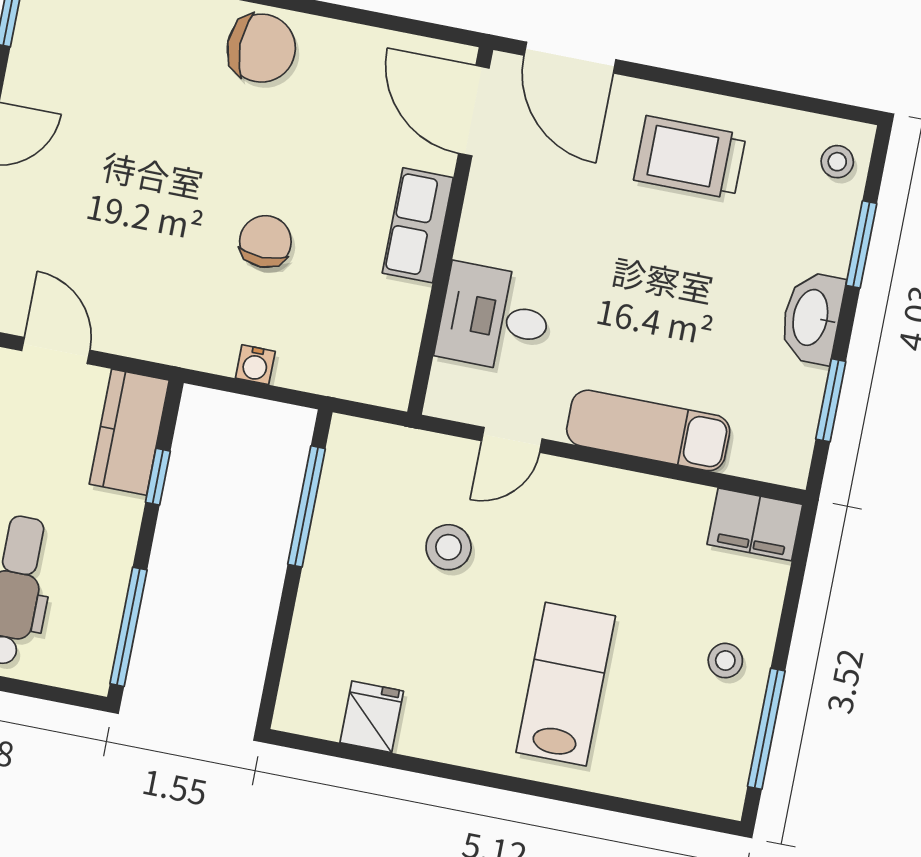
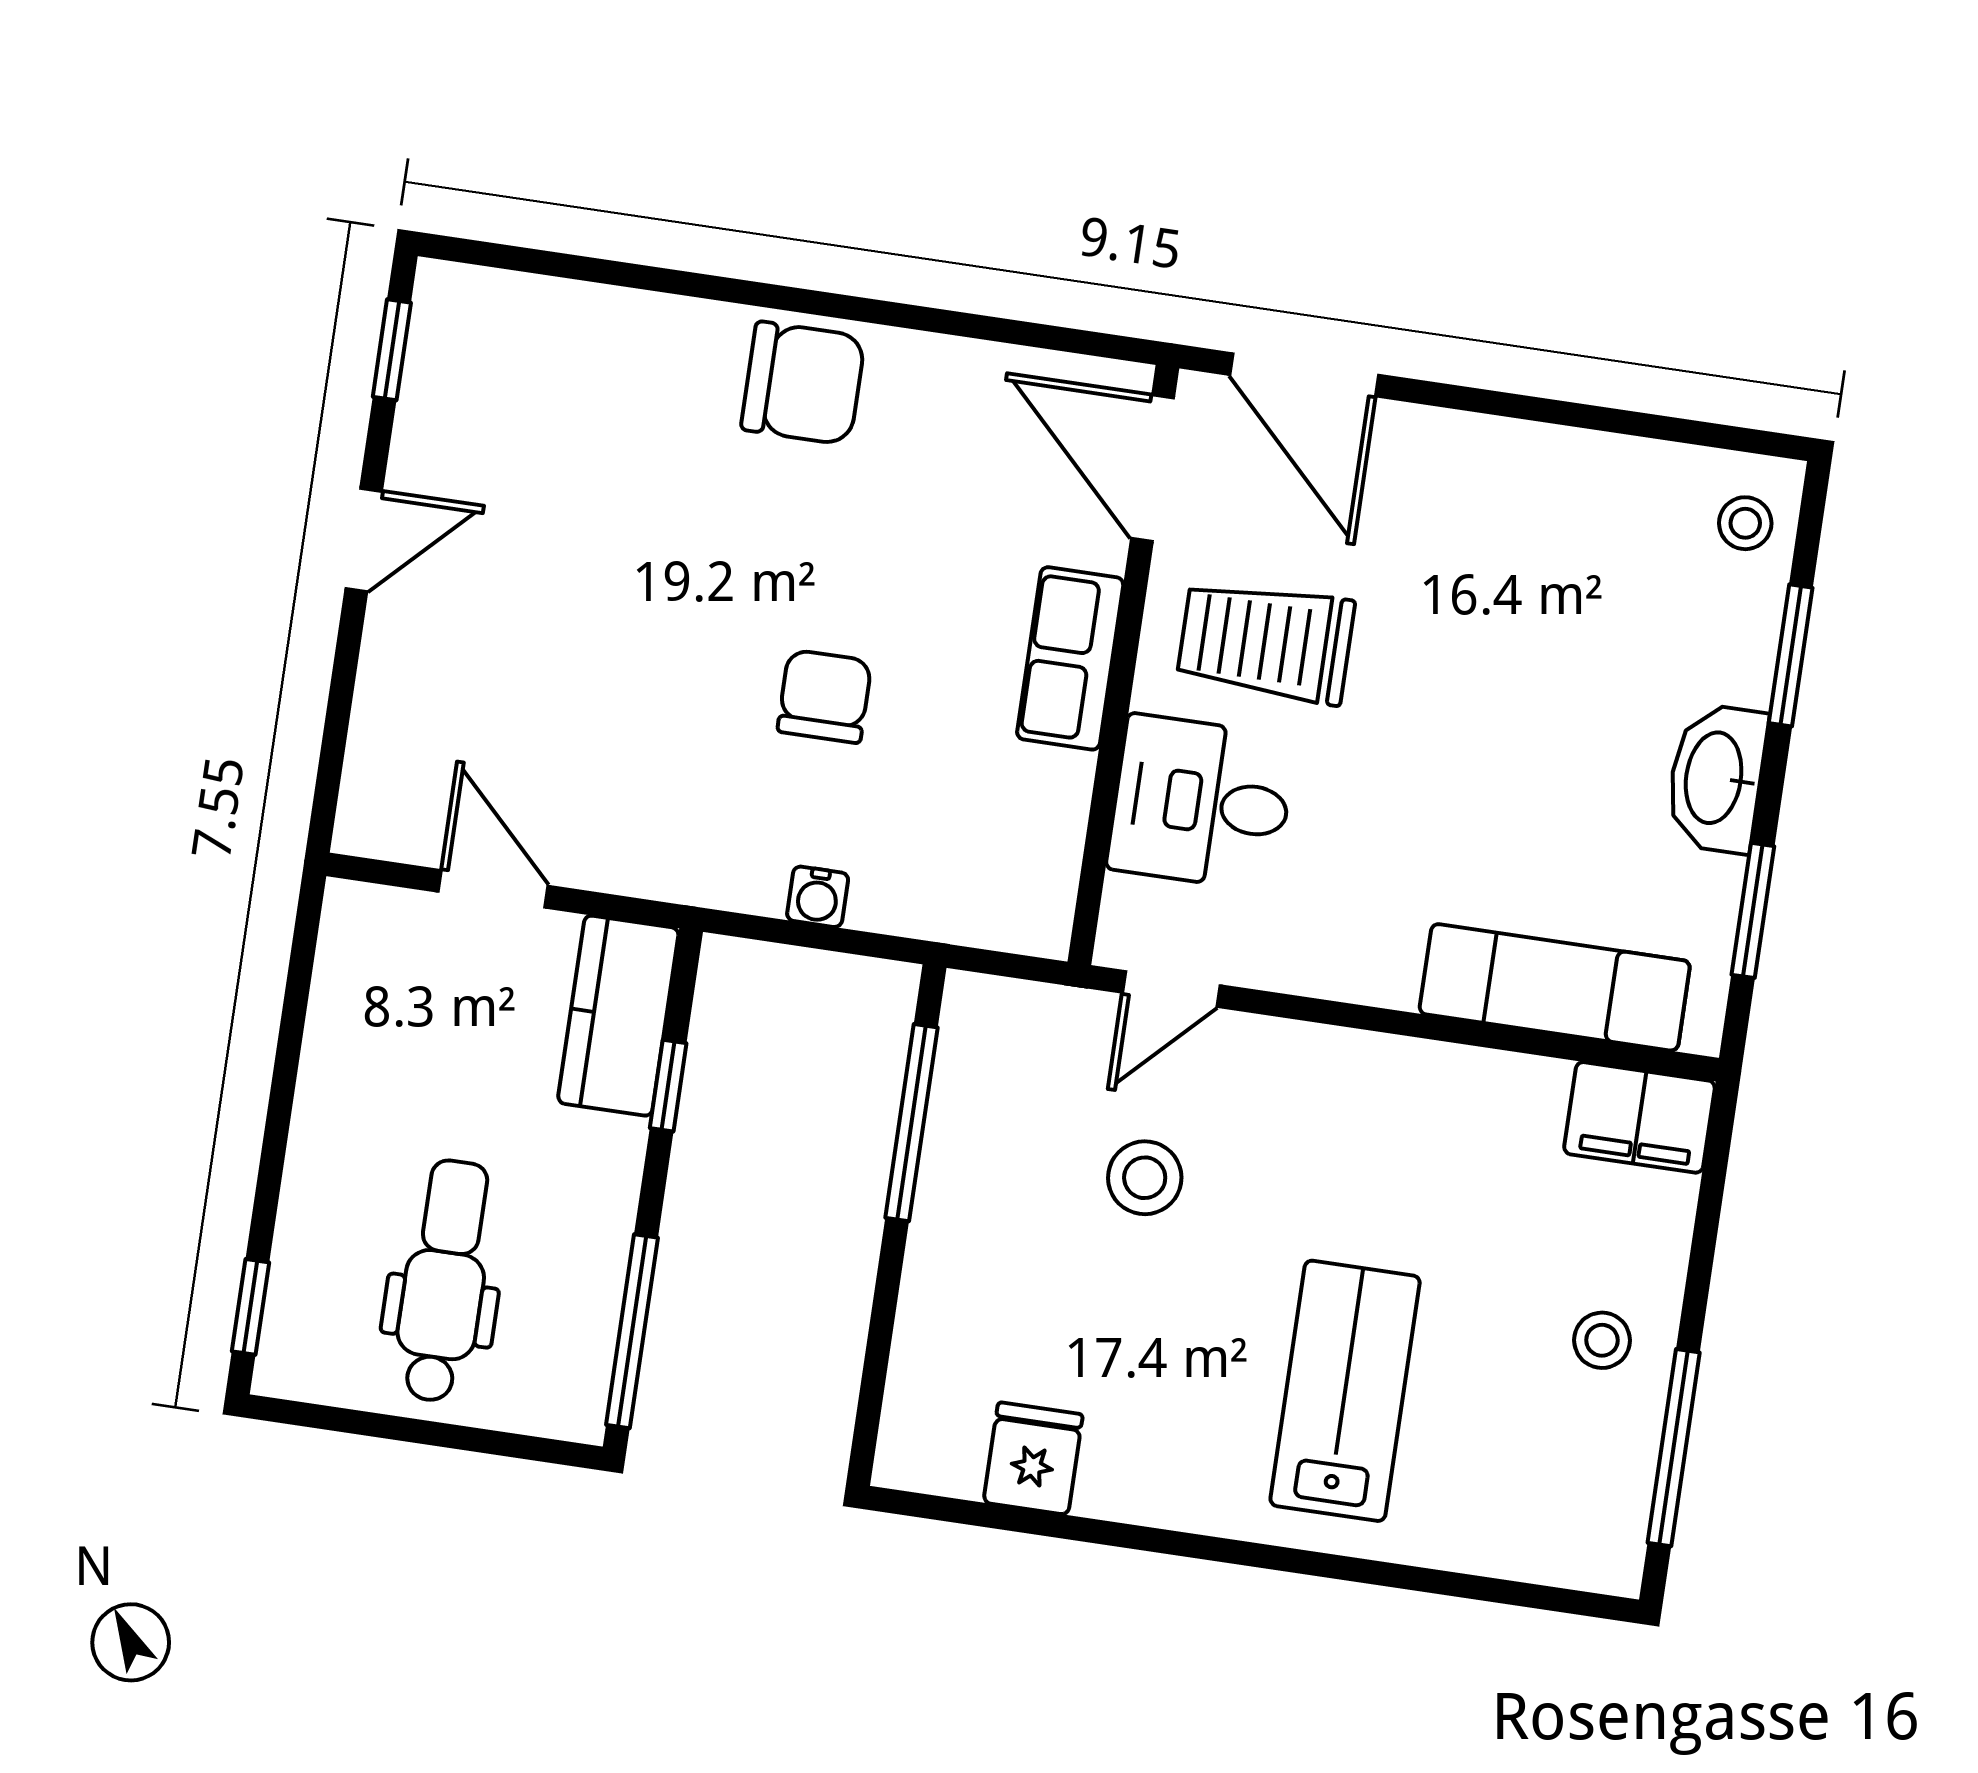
trolley: (690, 158) -> (1266, 642), moved
exam couch: (648, 430) -> (1555, 987), moved
door: (512, 440) -> (1171, 989), moved

